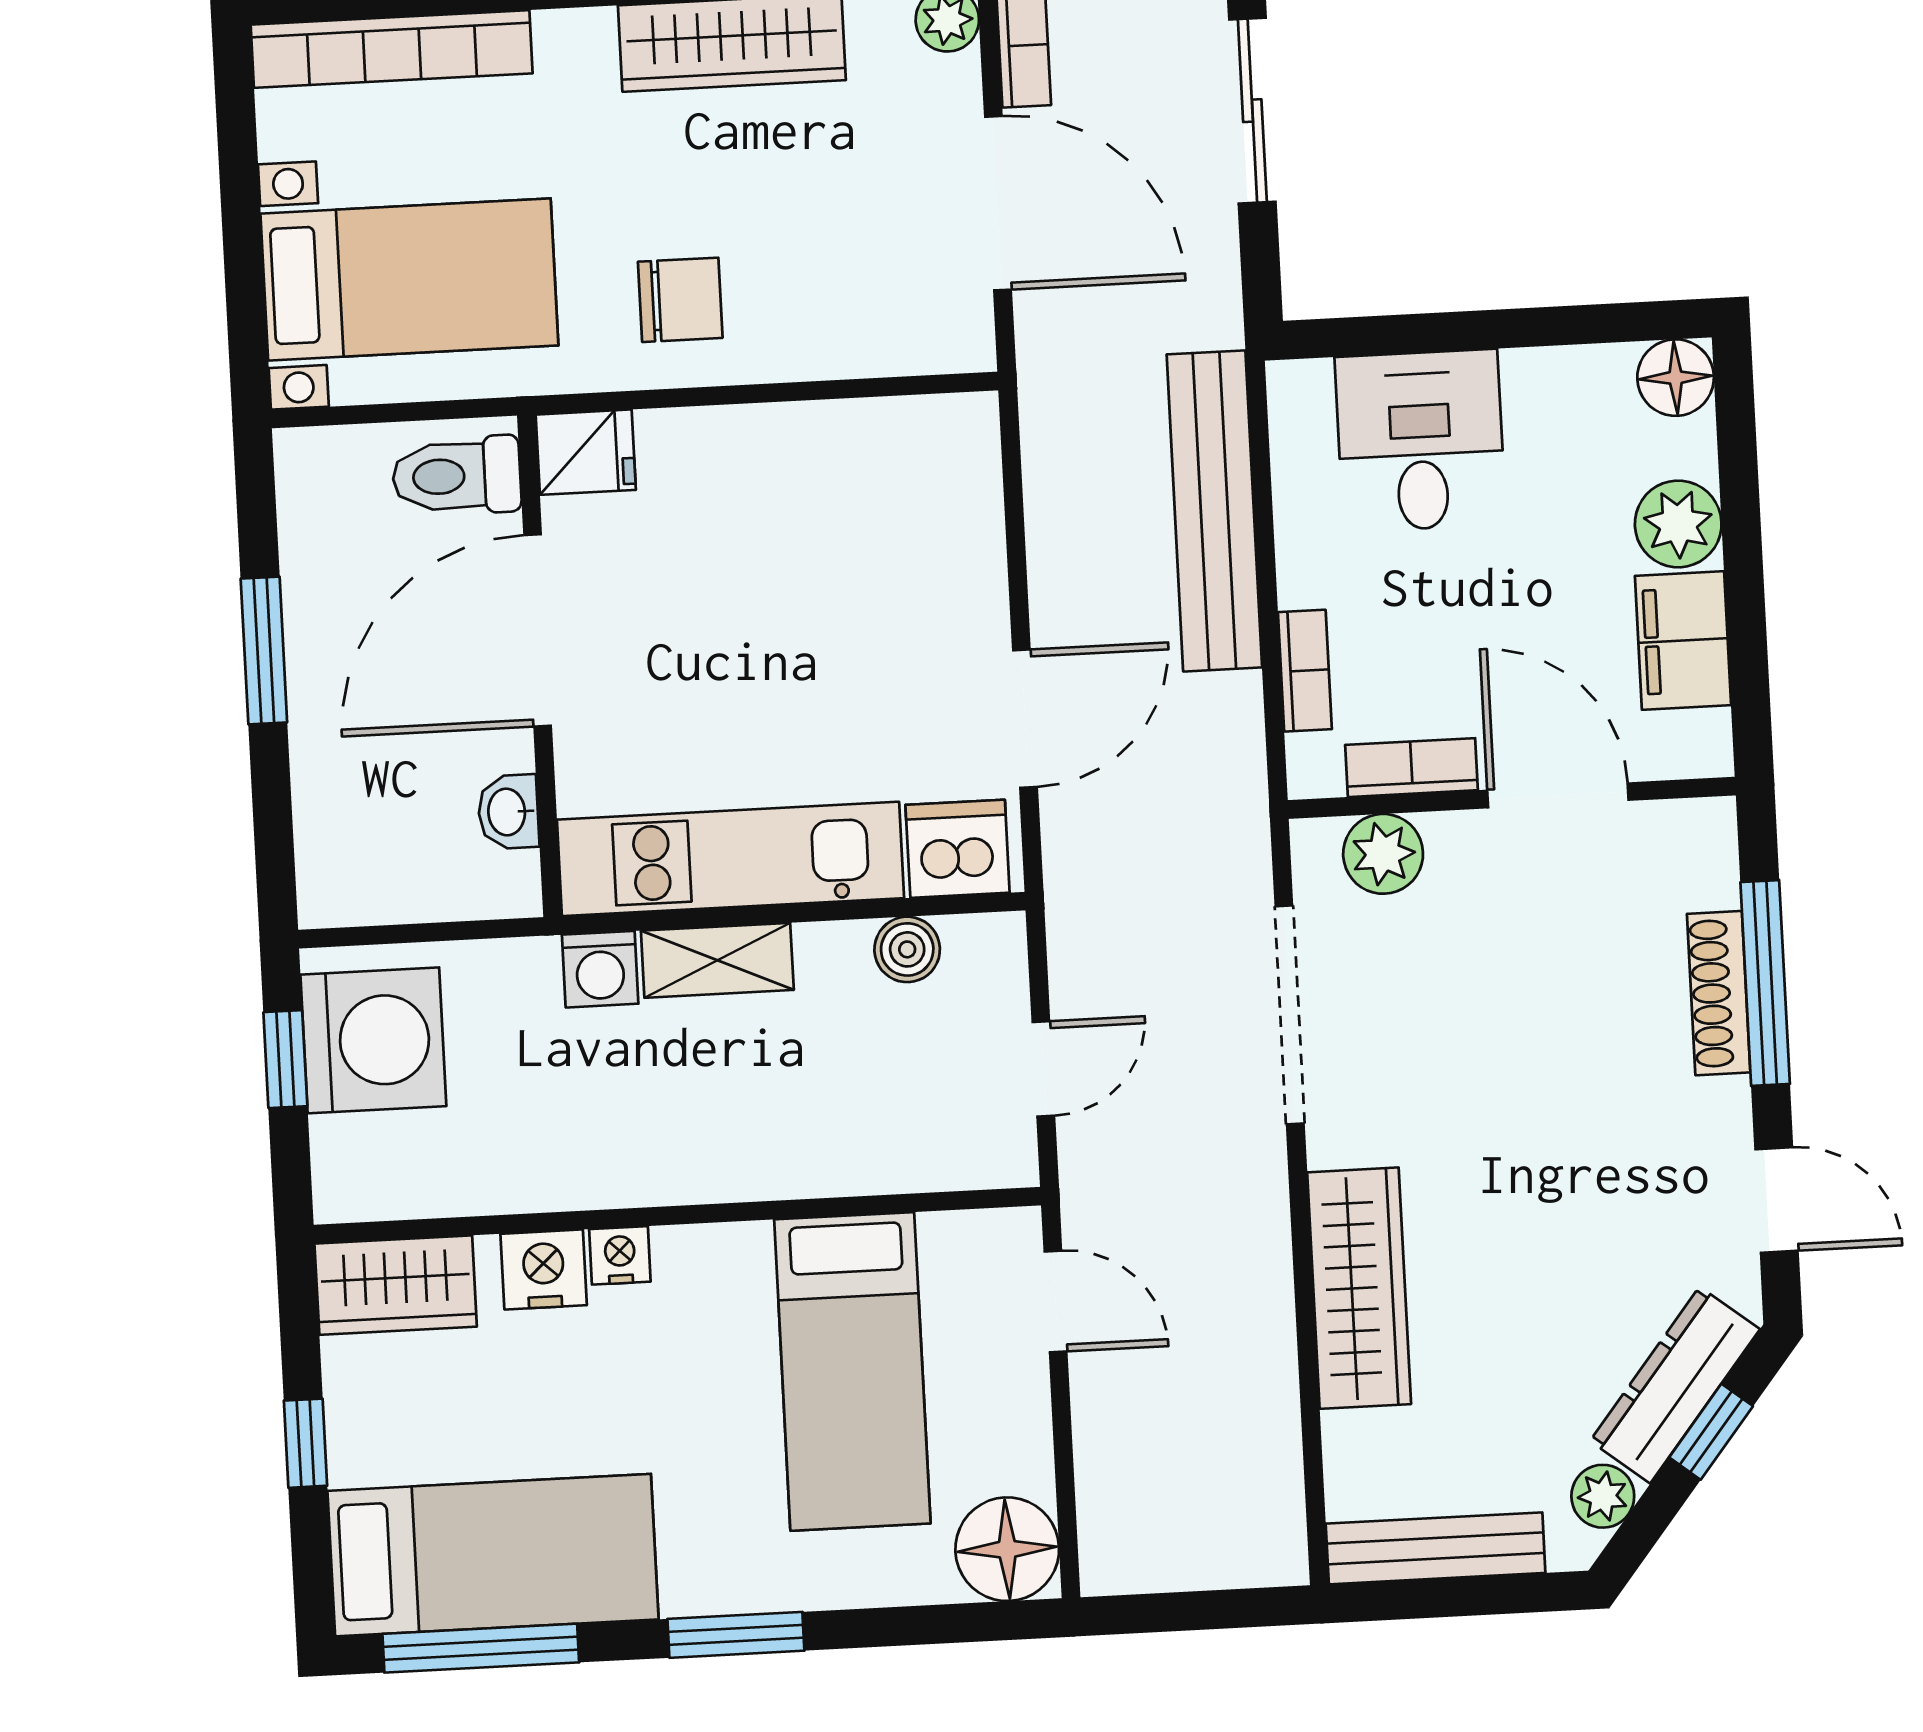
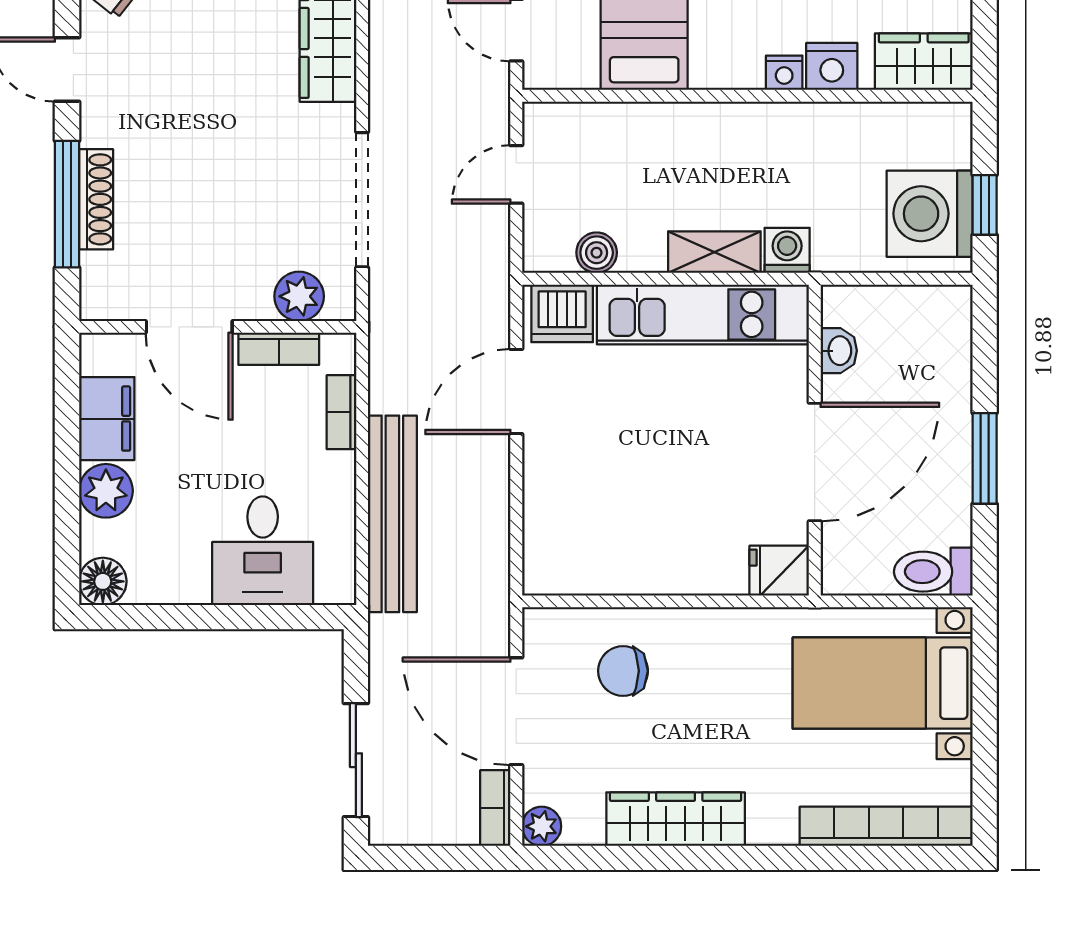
chair: (680, 300) -> (623, 671), moved
toilet: (457, 476) -> (933, 572), moved, turned 180

